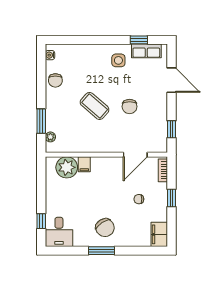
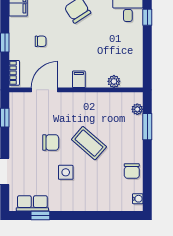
side table: (118, 60) -> (66, 172), moved
chair: (55, 80) -> (132, 171), turned 180
chair: (130, 107) -> (51, 143), turned 90
filing cabinet: (84, 164) -> (79, 79), moved
plant: (67, 167) -> (114, 81), width x0.53, depth x0.53

